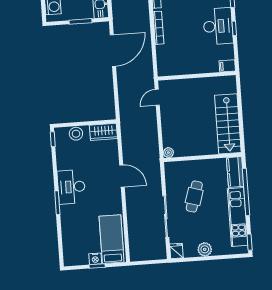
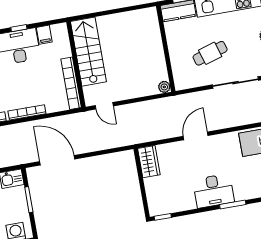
filing cabinet: (227, 66) -> (44, 35), moved
bookcase: (180, 70) -> (71, 83), added
stairs: (228, 124) -> (88, 52), moved, turned -90
stool: (76, 134) -> (154, 192), removed
cafe table: (194, 196) -> (210, 53), turned -34

